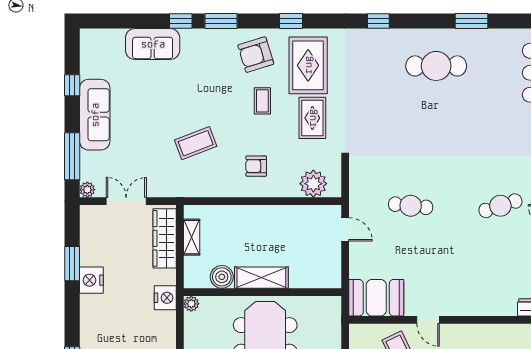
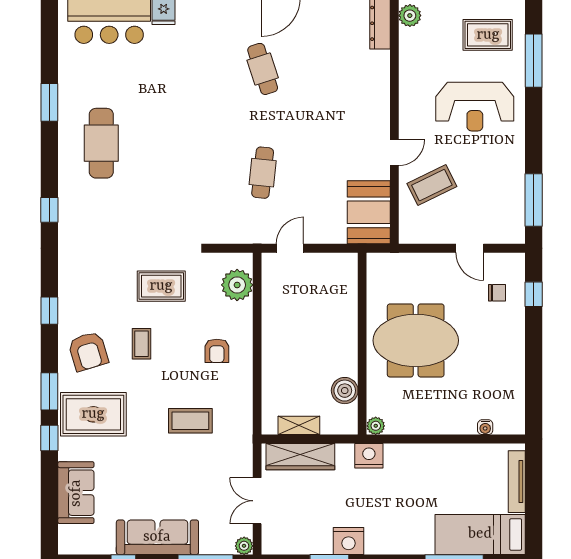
sofa: (153, 44) -> (76, 493), moved
rug: (308, 65) -> (93, 414), moved
coffee table: (262, 101) -> (141, 344), turned 90
coffee table: (196, 143) -> (190, 421), turned -69
shelving: (261, 278) -> (346, 345), removed

